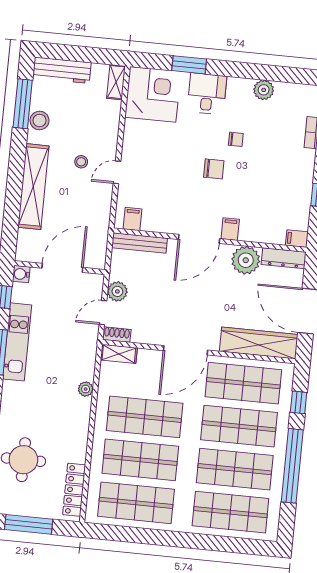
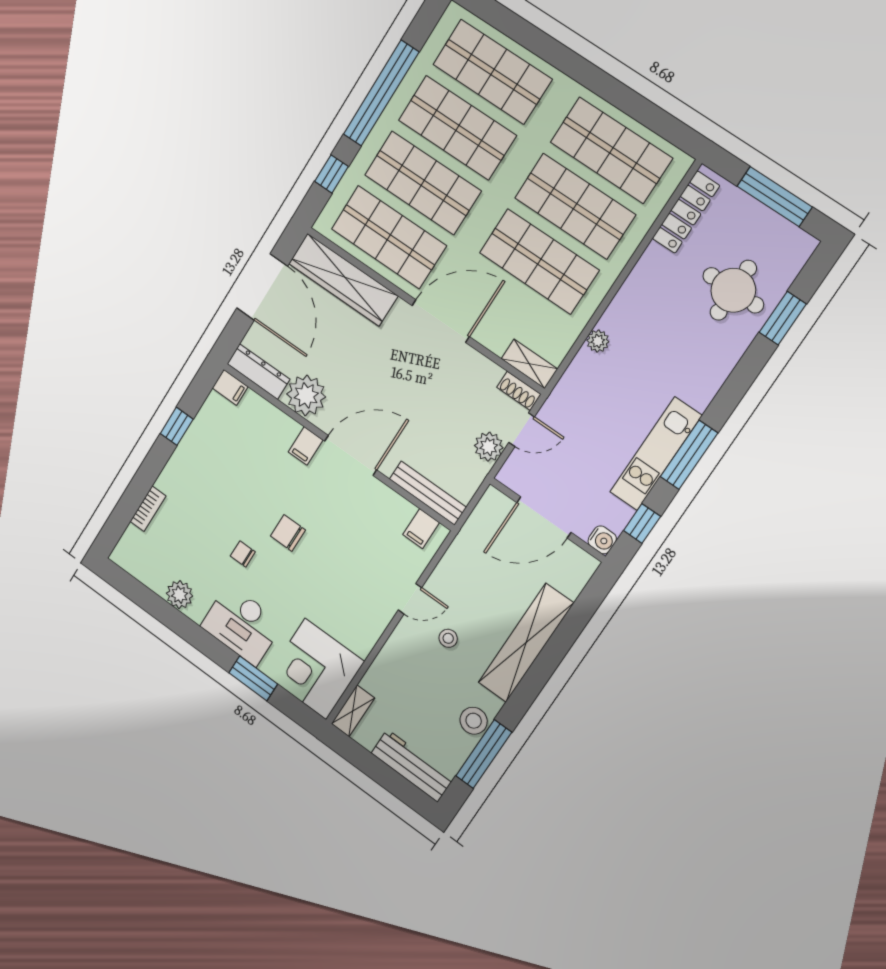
desk: (207, 94) -> (242, 625), width x1.37

